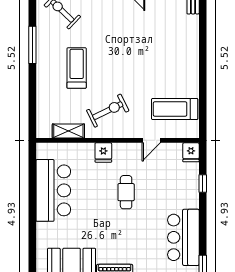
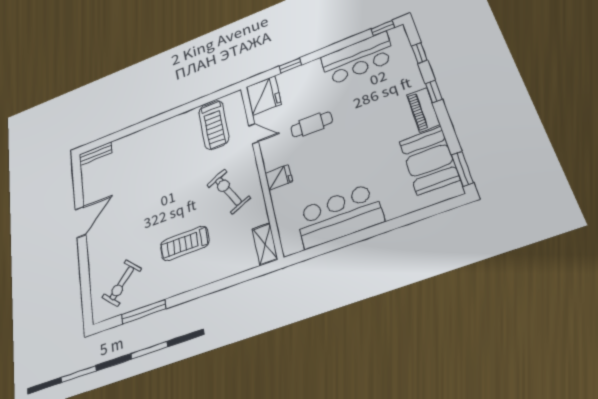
window: (32, 45) -> (144, 312), moved
shelving: (68, 131) -> (265, 244), moved
fridge: (191, 152) -> (264, 96), width x1.88, depth x1.34
cafe table: (126, 192) -> (312, 124), moved

